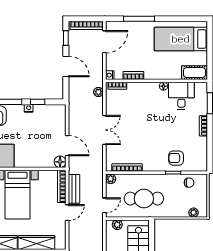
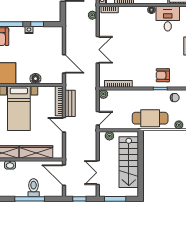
floor lamp: (60, 162) -> (35, 79), moved
cafe table: (144, 199) -> (150, 118), moved
door: (67, 213) -> (64, 125), swing flipped

